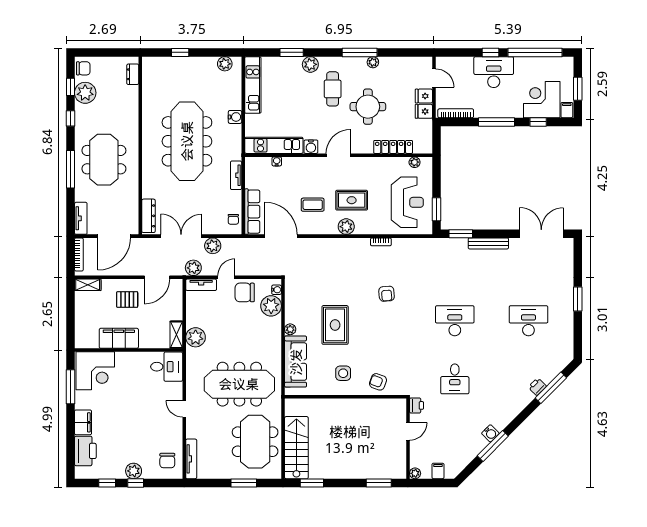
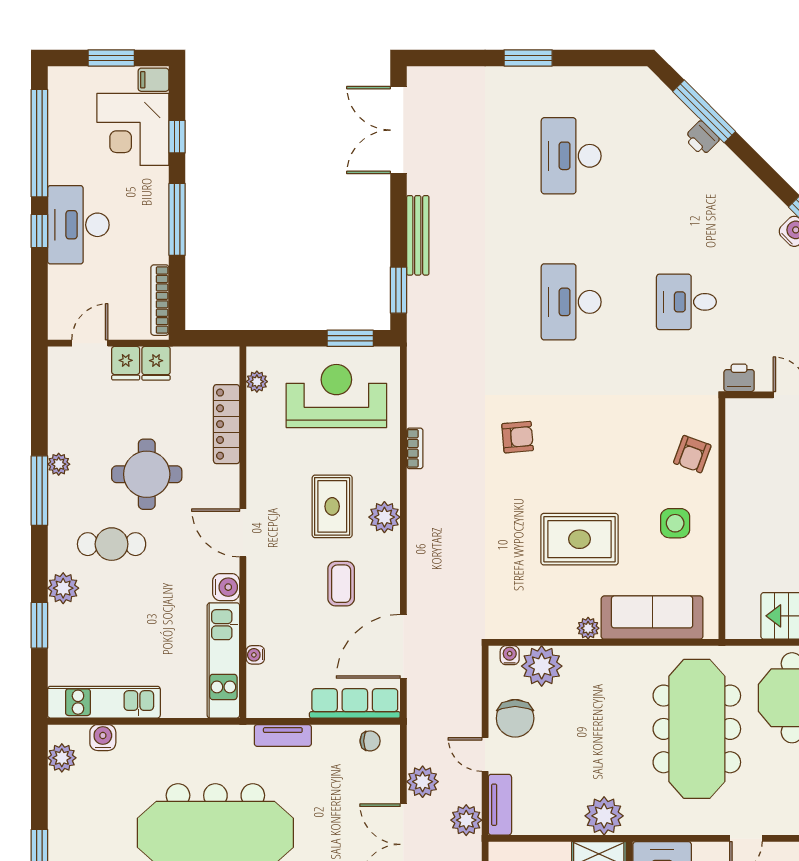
water cooler: (235, 117) -> (103, 738), moved
desk: (455, 379) -> (686, 302), turned 180

